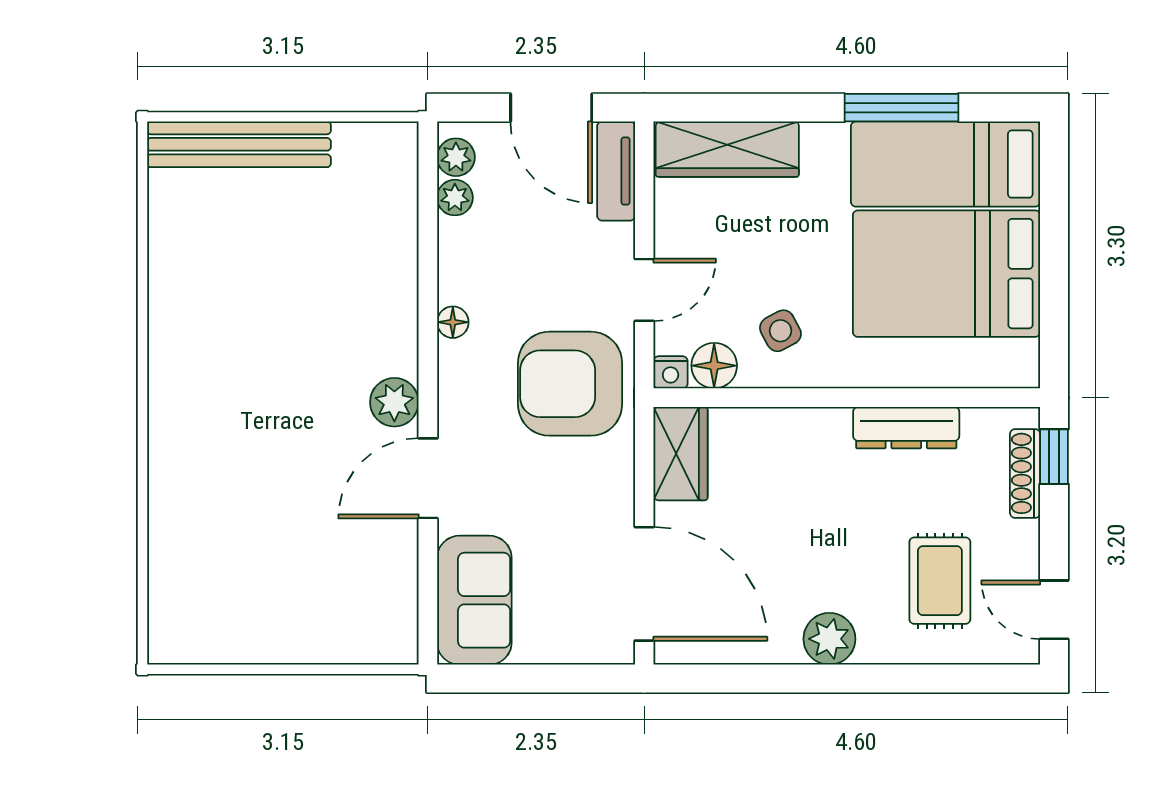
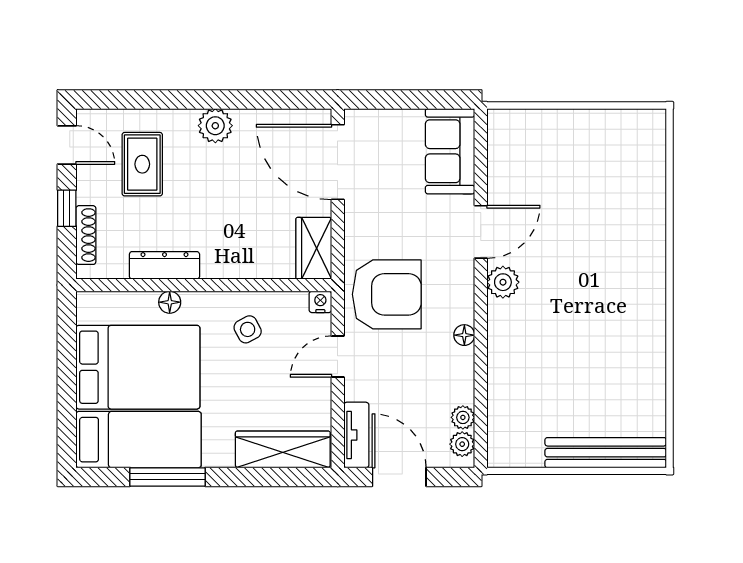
floor lamp: (714, 366) -> (170, 302), moved, width x0.73, depth x0.73
window: (1054, 457) -> (67, 208), moved

